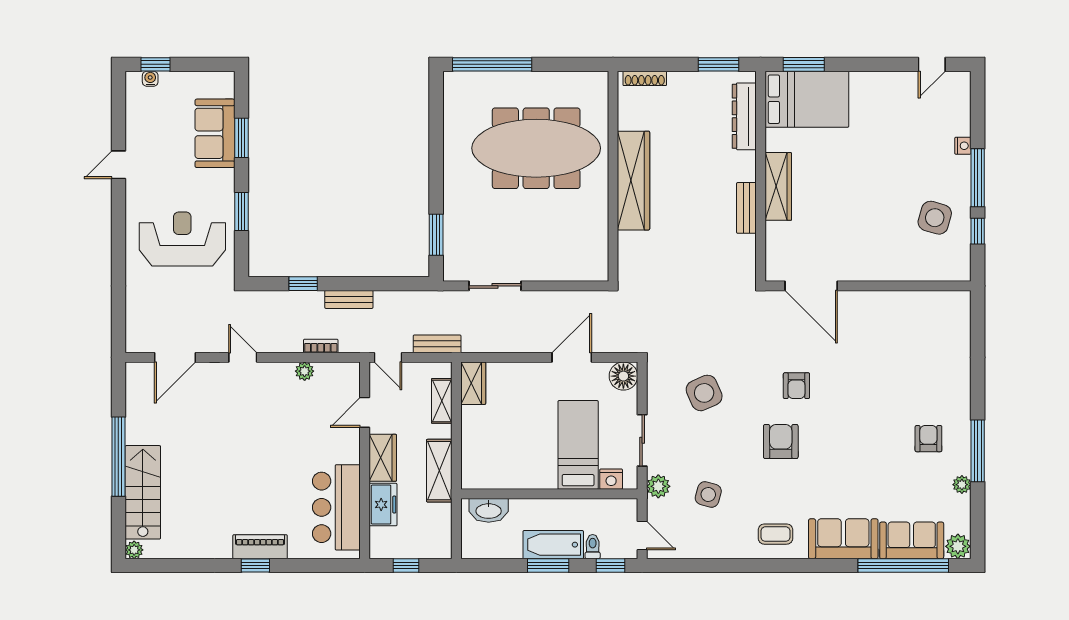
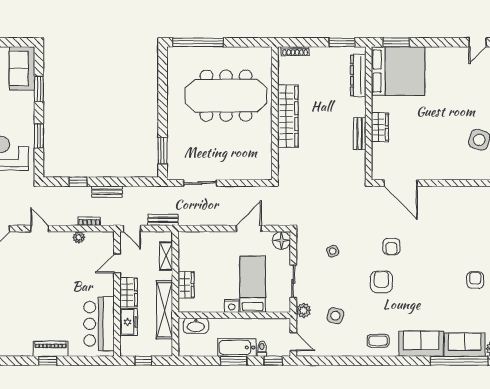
bed: (807, 99) -> (398, 71), width x1.36
sofa: (215, 133) -> (22, 68), moved
wardrobe: (778, 186) -> (380, 127), width x0.67
wardrobe: (473, 383) -> (186, 285), moved
side table: (704, 393) -> (333, 251), width x0.54, depth x0.54
shelving: (439, 471) -> (164, 310), width x1.47
nightstand: (611, 479) -> (232, 306), moved

